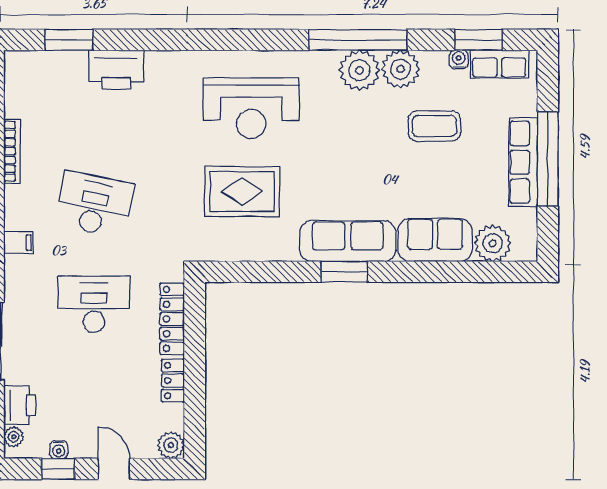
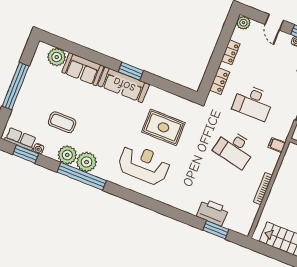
printer: (116, 70) -> (213, 212), moved
row of seats: (523, 162) -> (28, 89), removed
locker: (172, 319) -> (220, 81), width x0.66

